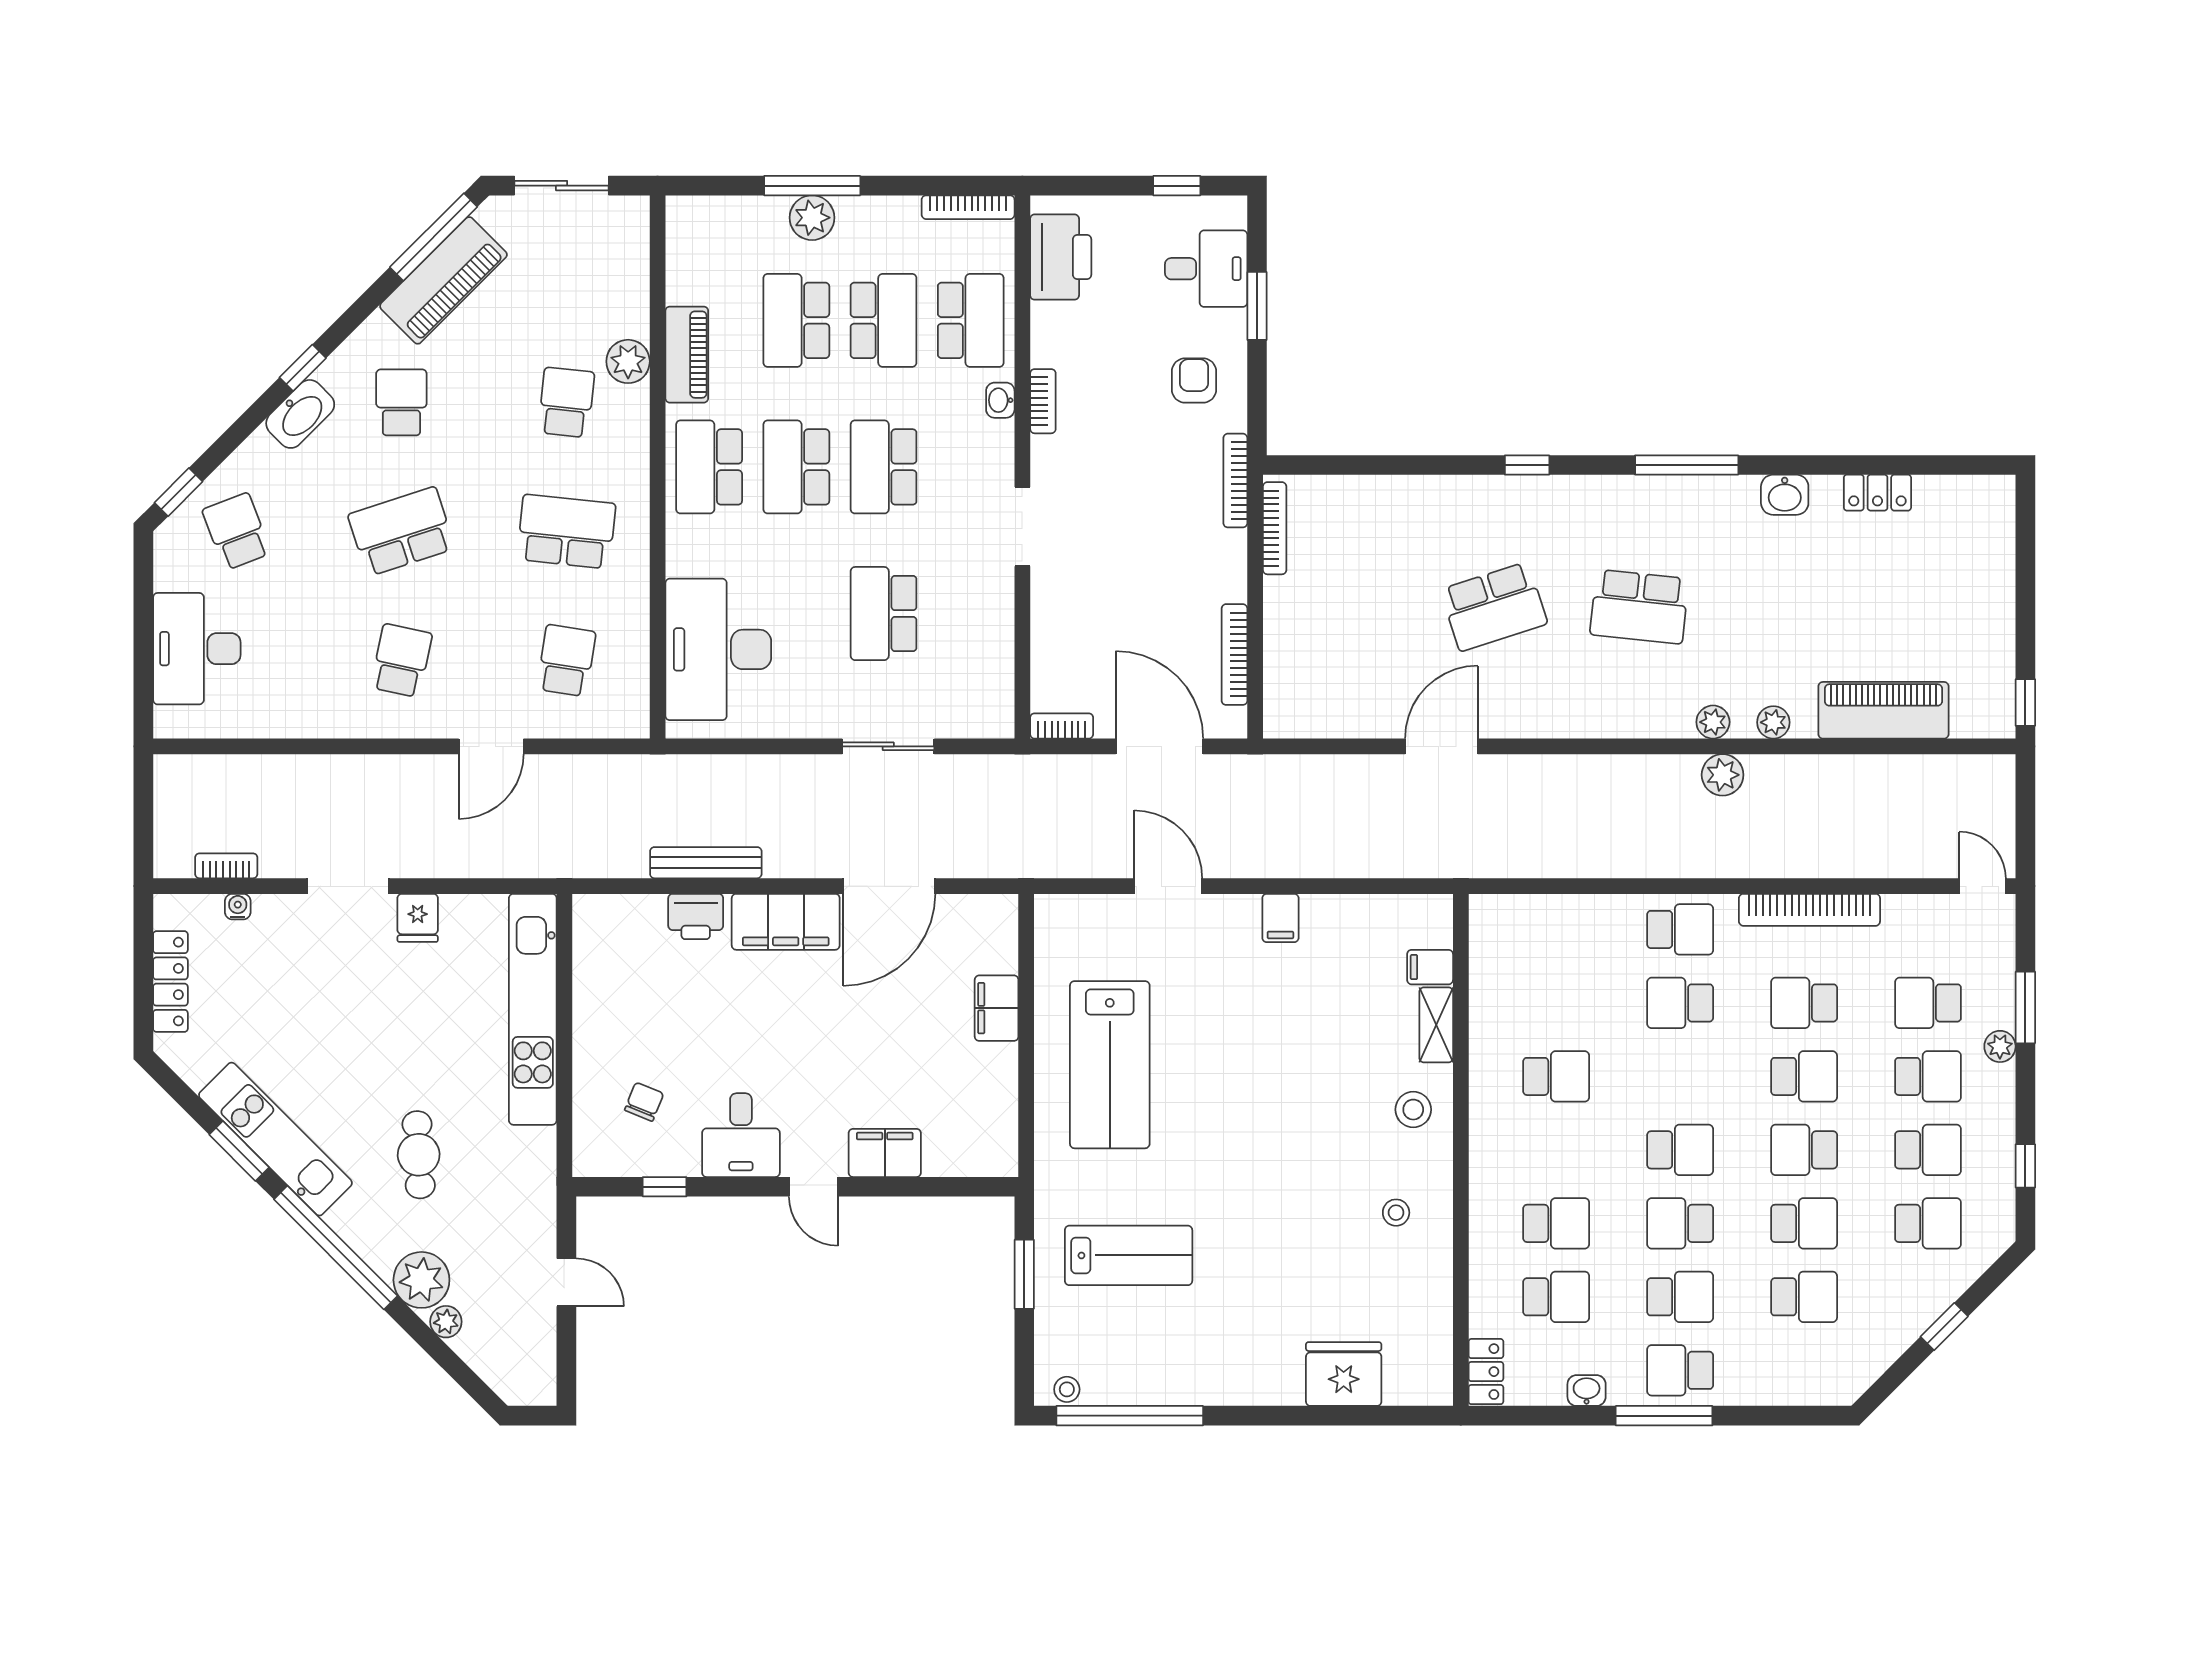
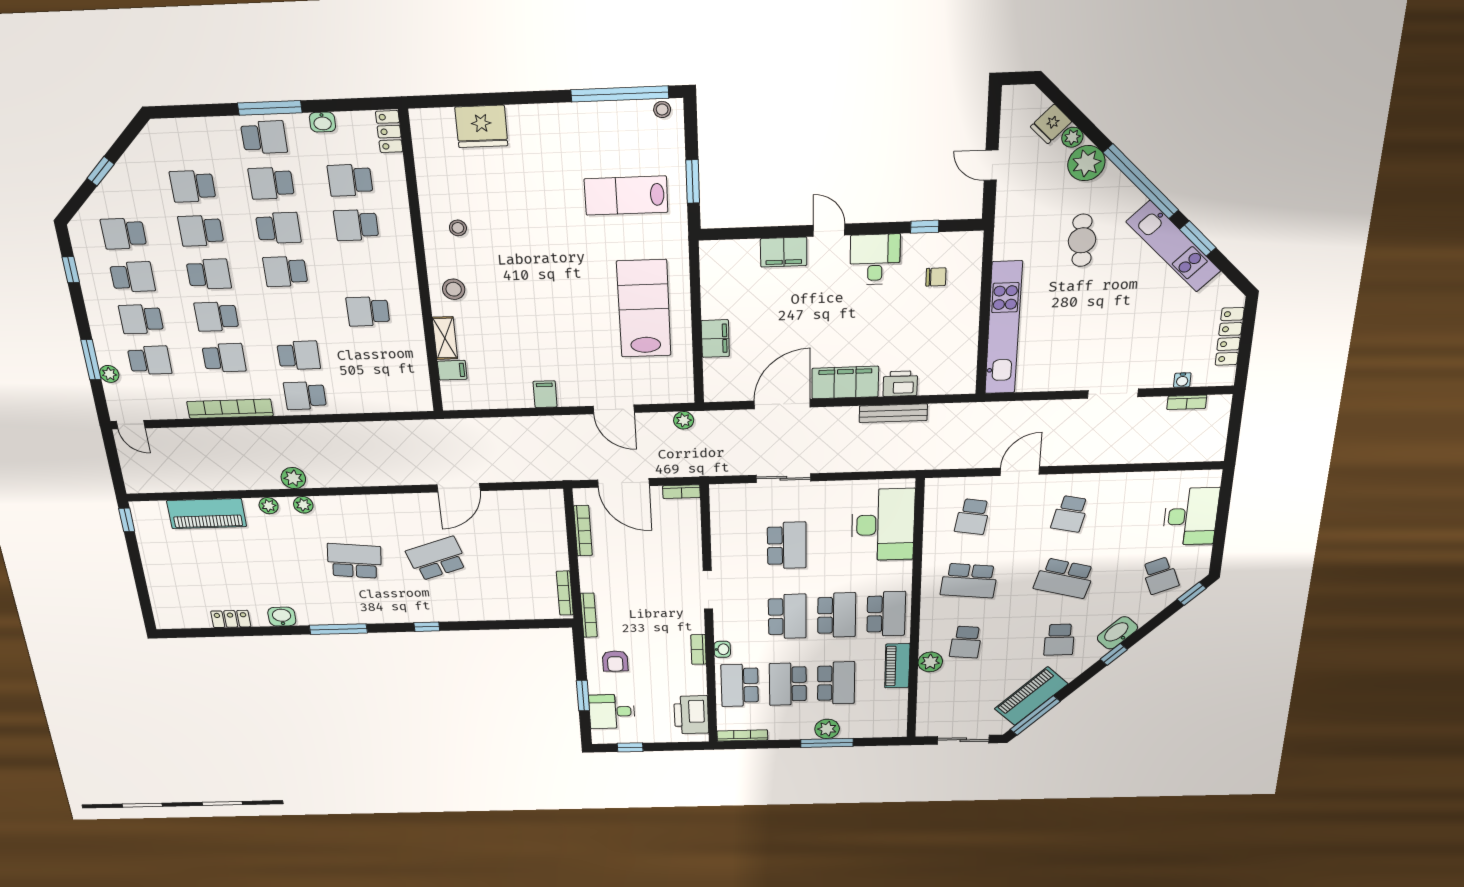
school desk: (401, 531) -> (1064, 578), turned 33
plant: (1053, 862) -> (684, 420), added
fridge: (418, 918) -> (1051, 124), moved, turned -135
plant: (2000, 1046) -> (109, 374), moved
chair: (644, 1102) -> (936, 277), turned -112
school desk: (1928, 1150) -> (133, 277), turned 180

